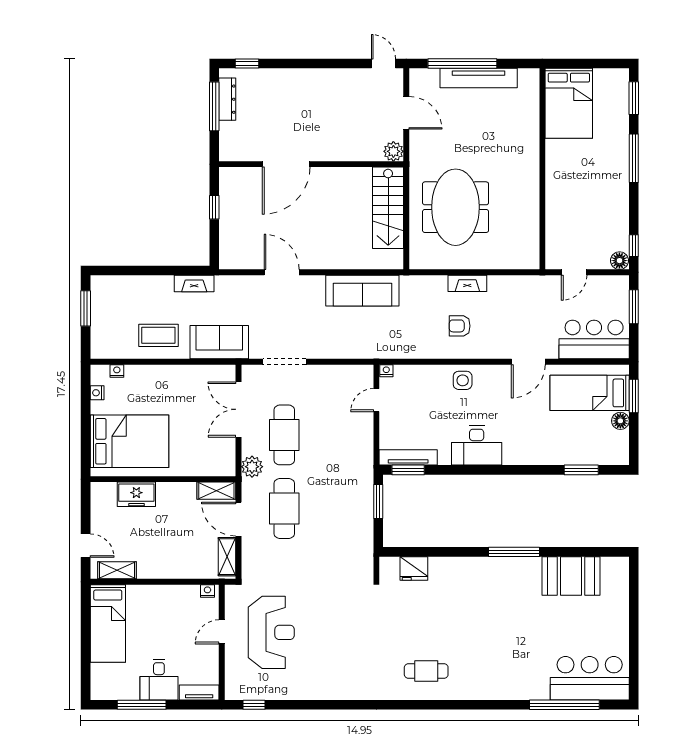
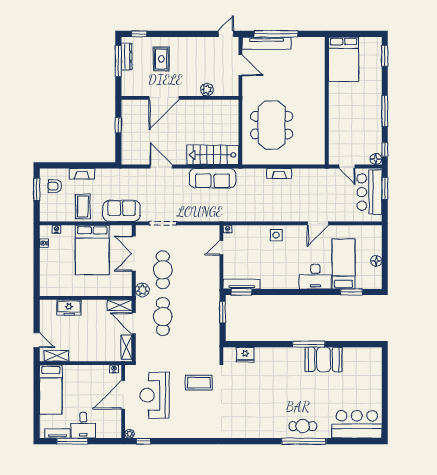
door: (384, 64) -> (226, 34), hinge flipped
tv unit: (479, 78) -> (267, 43), moved
rug: (282, 103) -> (161, 59), added
plant: (393, 151) -> (207, 90), moved
window: (634, 158) -> (385, 111), moved
stairs: (388, 208) -> (213, 155), moved, turned 90
door: (574, 272) -> (347, 166), hinge flipped
fireplace: (194, 284) -> (82, 174), moved
armchair: (460, 326) -> (55, 186), moved
coffee table: (158, 335) -> (83, 207), turned 90
bar counter: (594, 340) -> (369, 192), moved, turned -90
bed: (590, 393) -> (344, 264), moved, turned 90
window: (634, 396) -> (385, 245), removed
bed: (129, 441) -> (92, 250), moved, turned 90
desk: (477, 446) -> (315, 277), moved
booth: (571, 576) -> (324, 359), moved
coffee table: (341, 612) -> (199, 383), added
door: (222, 632) -> (123, 395), width x1.88
reception desk: (271, 632) -> (155, 395), turned 180
cafe table: (426, 671) -> (303, 426), moved
tv unit: (199, 693) -> (58, 433), moved
plant: (232, 693) -> (130, 434), added
window: (564, 705) -> (304, 441), moved

